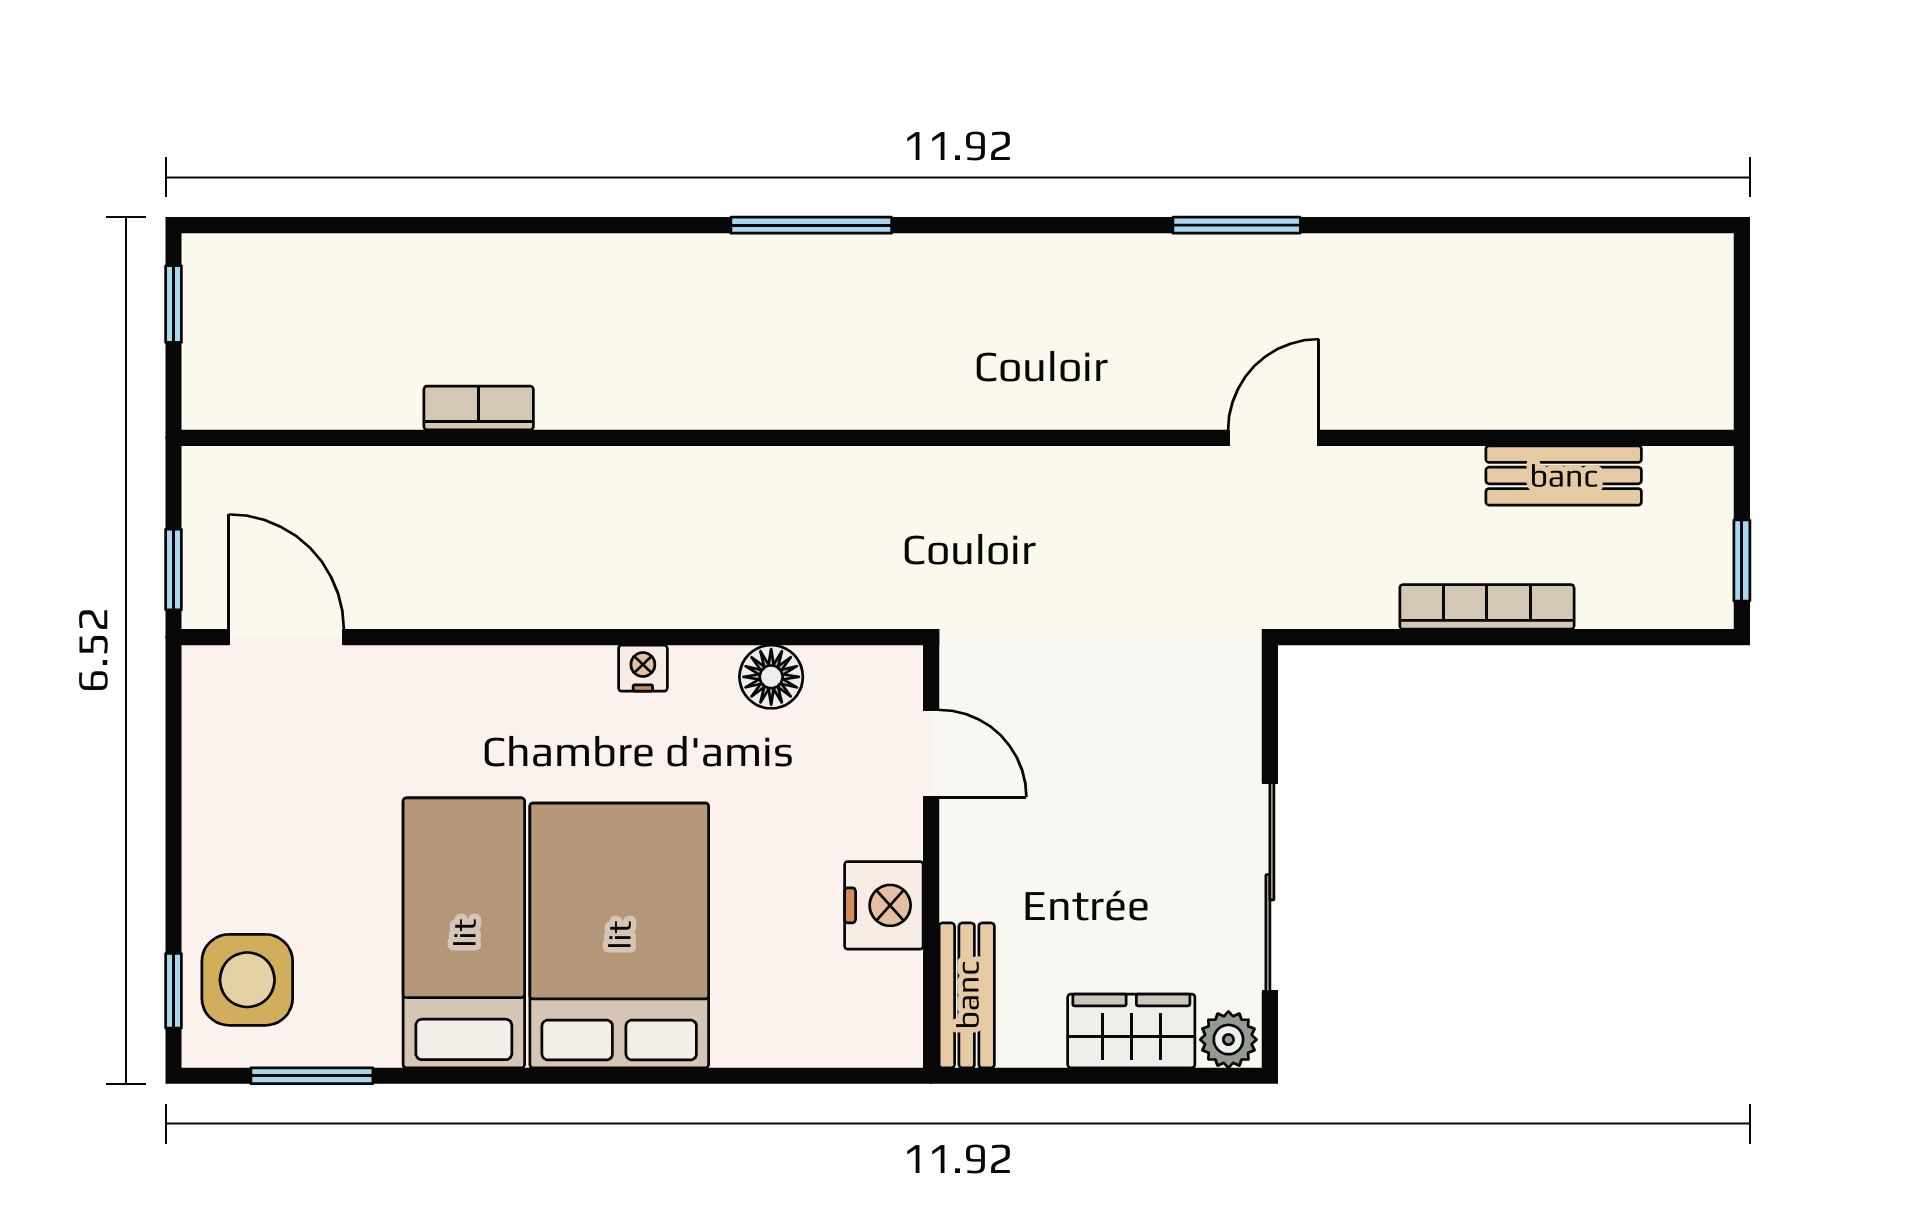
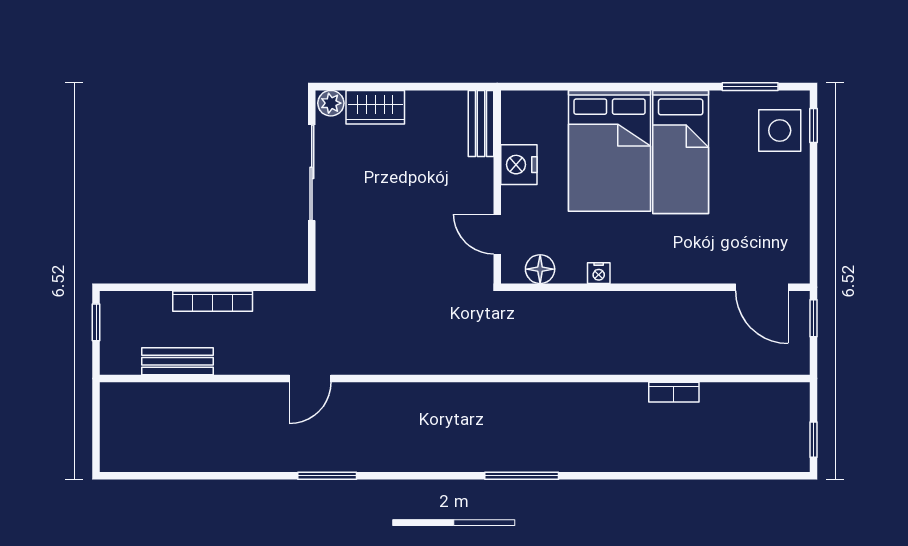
door: (931, 753) -> (497, 234), moved
wall: (931, 856) -> (497, 187), moved
nightstand: (884, 905) -> (519, 165), moved
bench: (967, 995) -> (481, 123), moved

